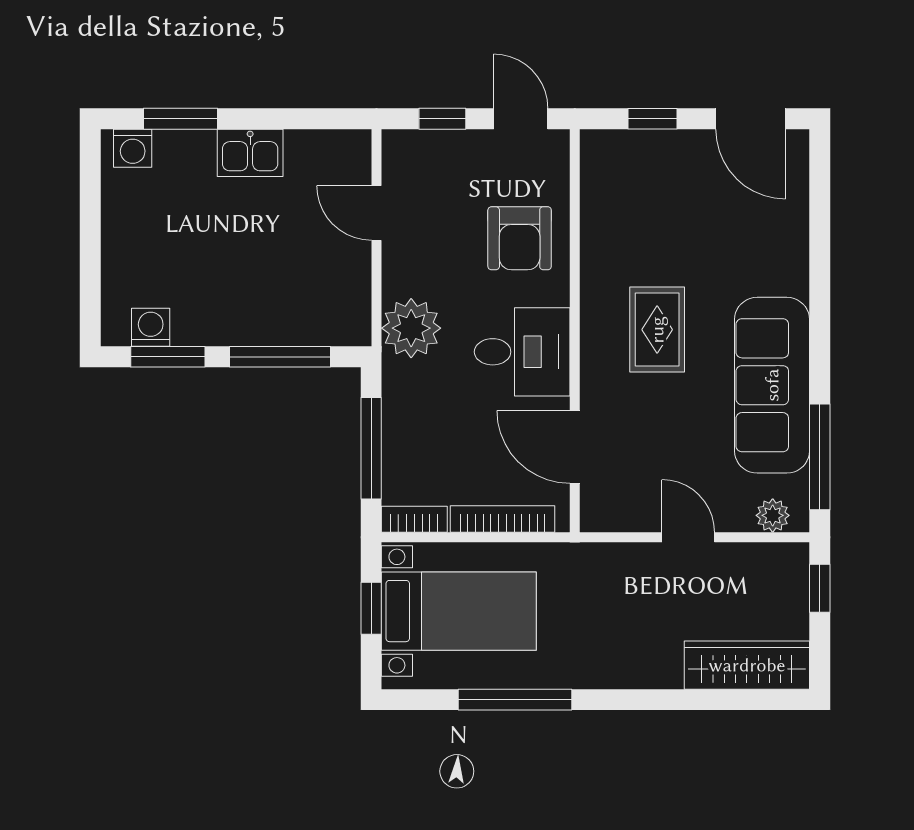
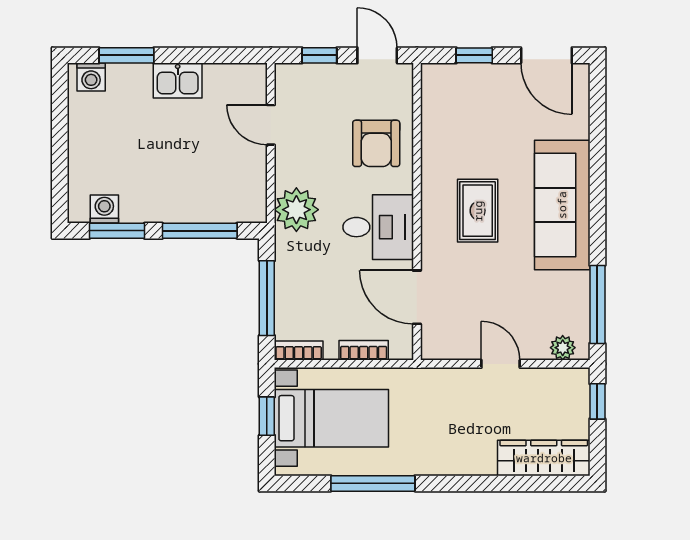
sofa: (772, 385) -> (562, 205), moved
bookcase: (502, 519) -> (364, 350), width x0.64

